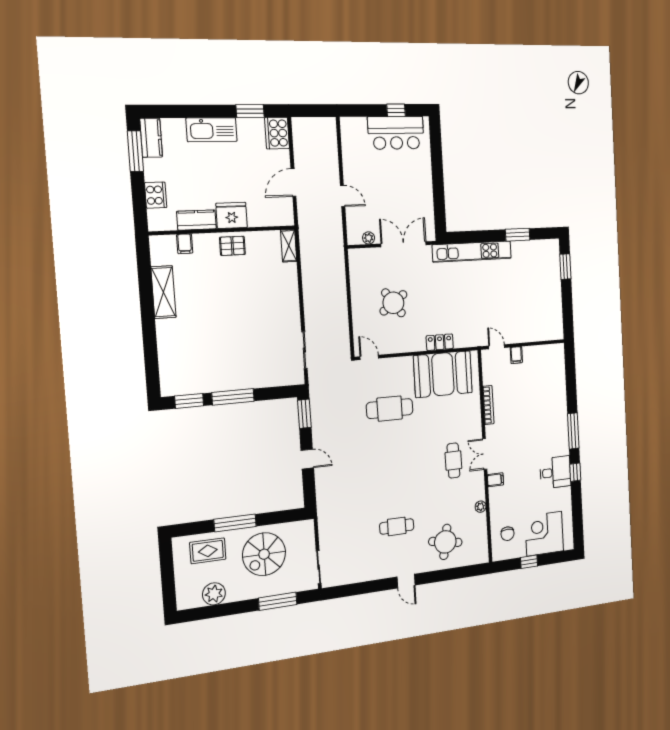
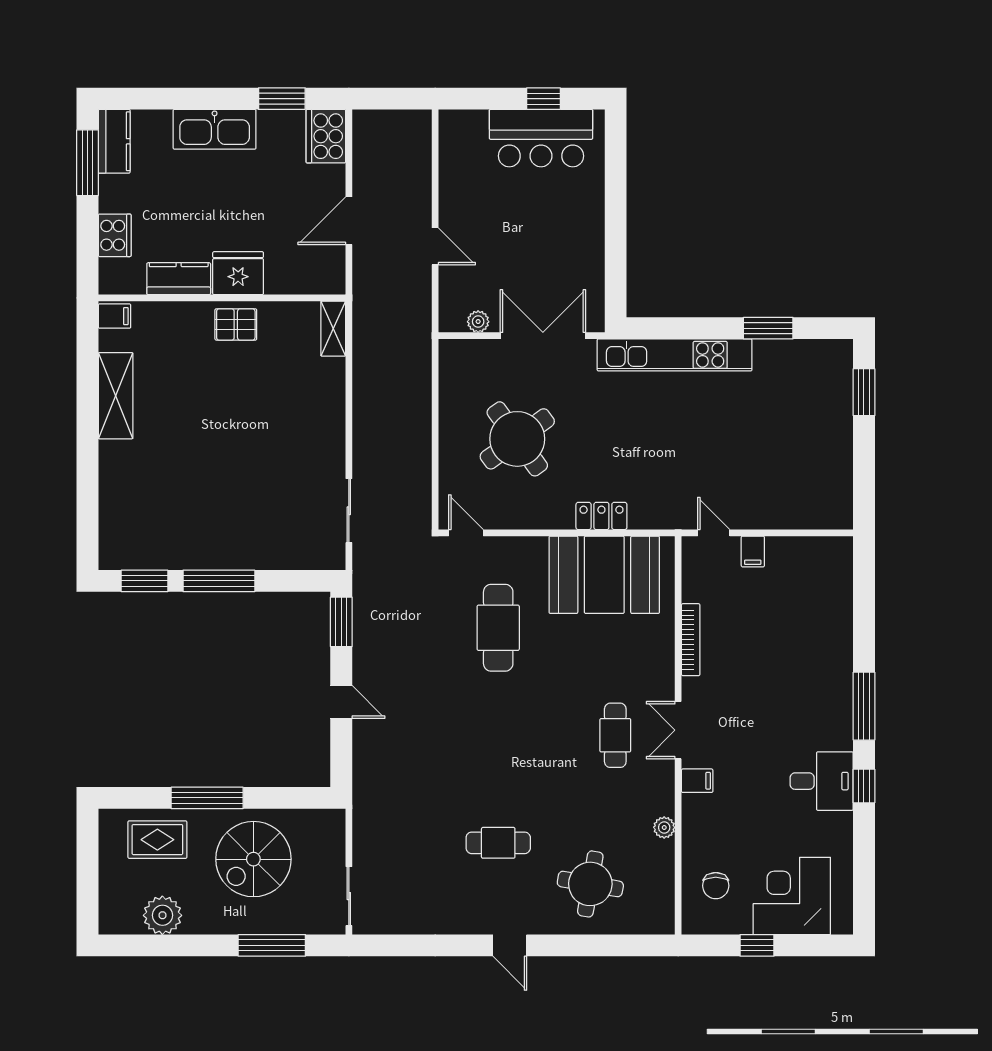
filing cabinet: (185, 244) -> (114, 316), moved, turned -90
round table: (393, 303) -> (517, 439), width x1.36, depth x1.36
cafe table: (390, 409) -> (498, 628), turned 90

